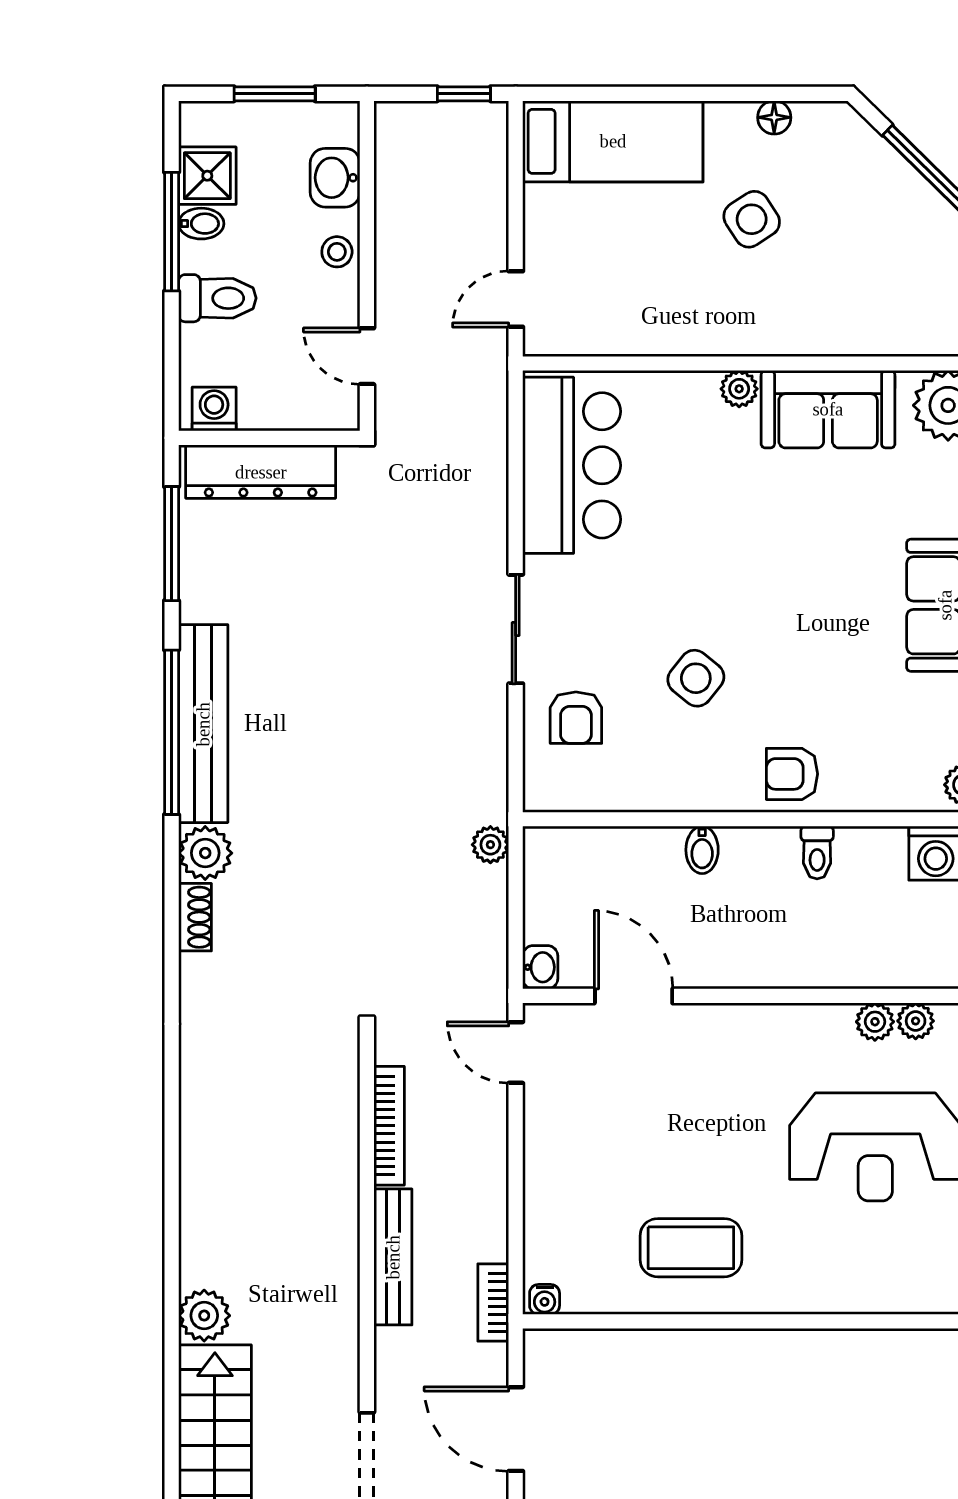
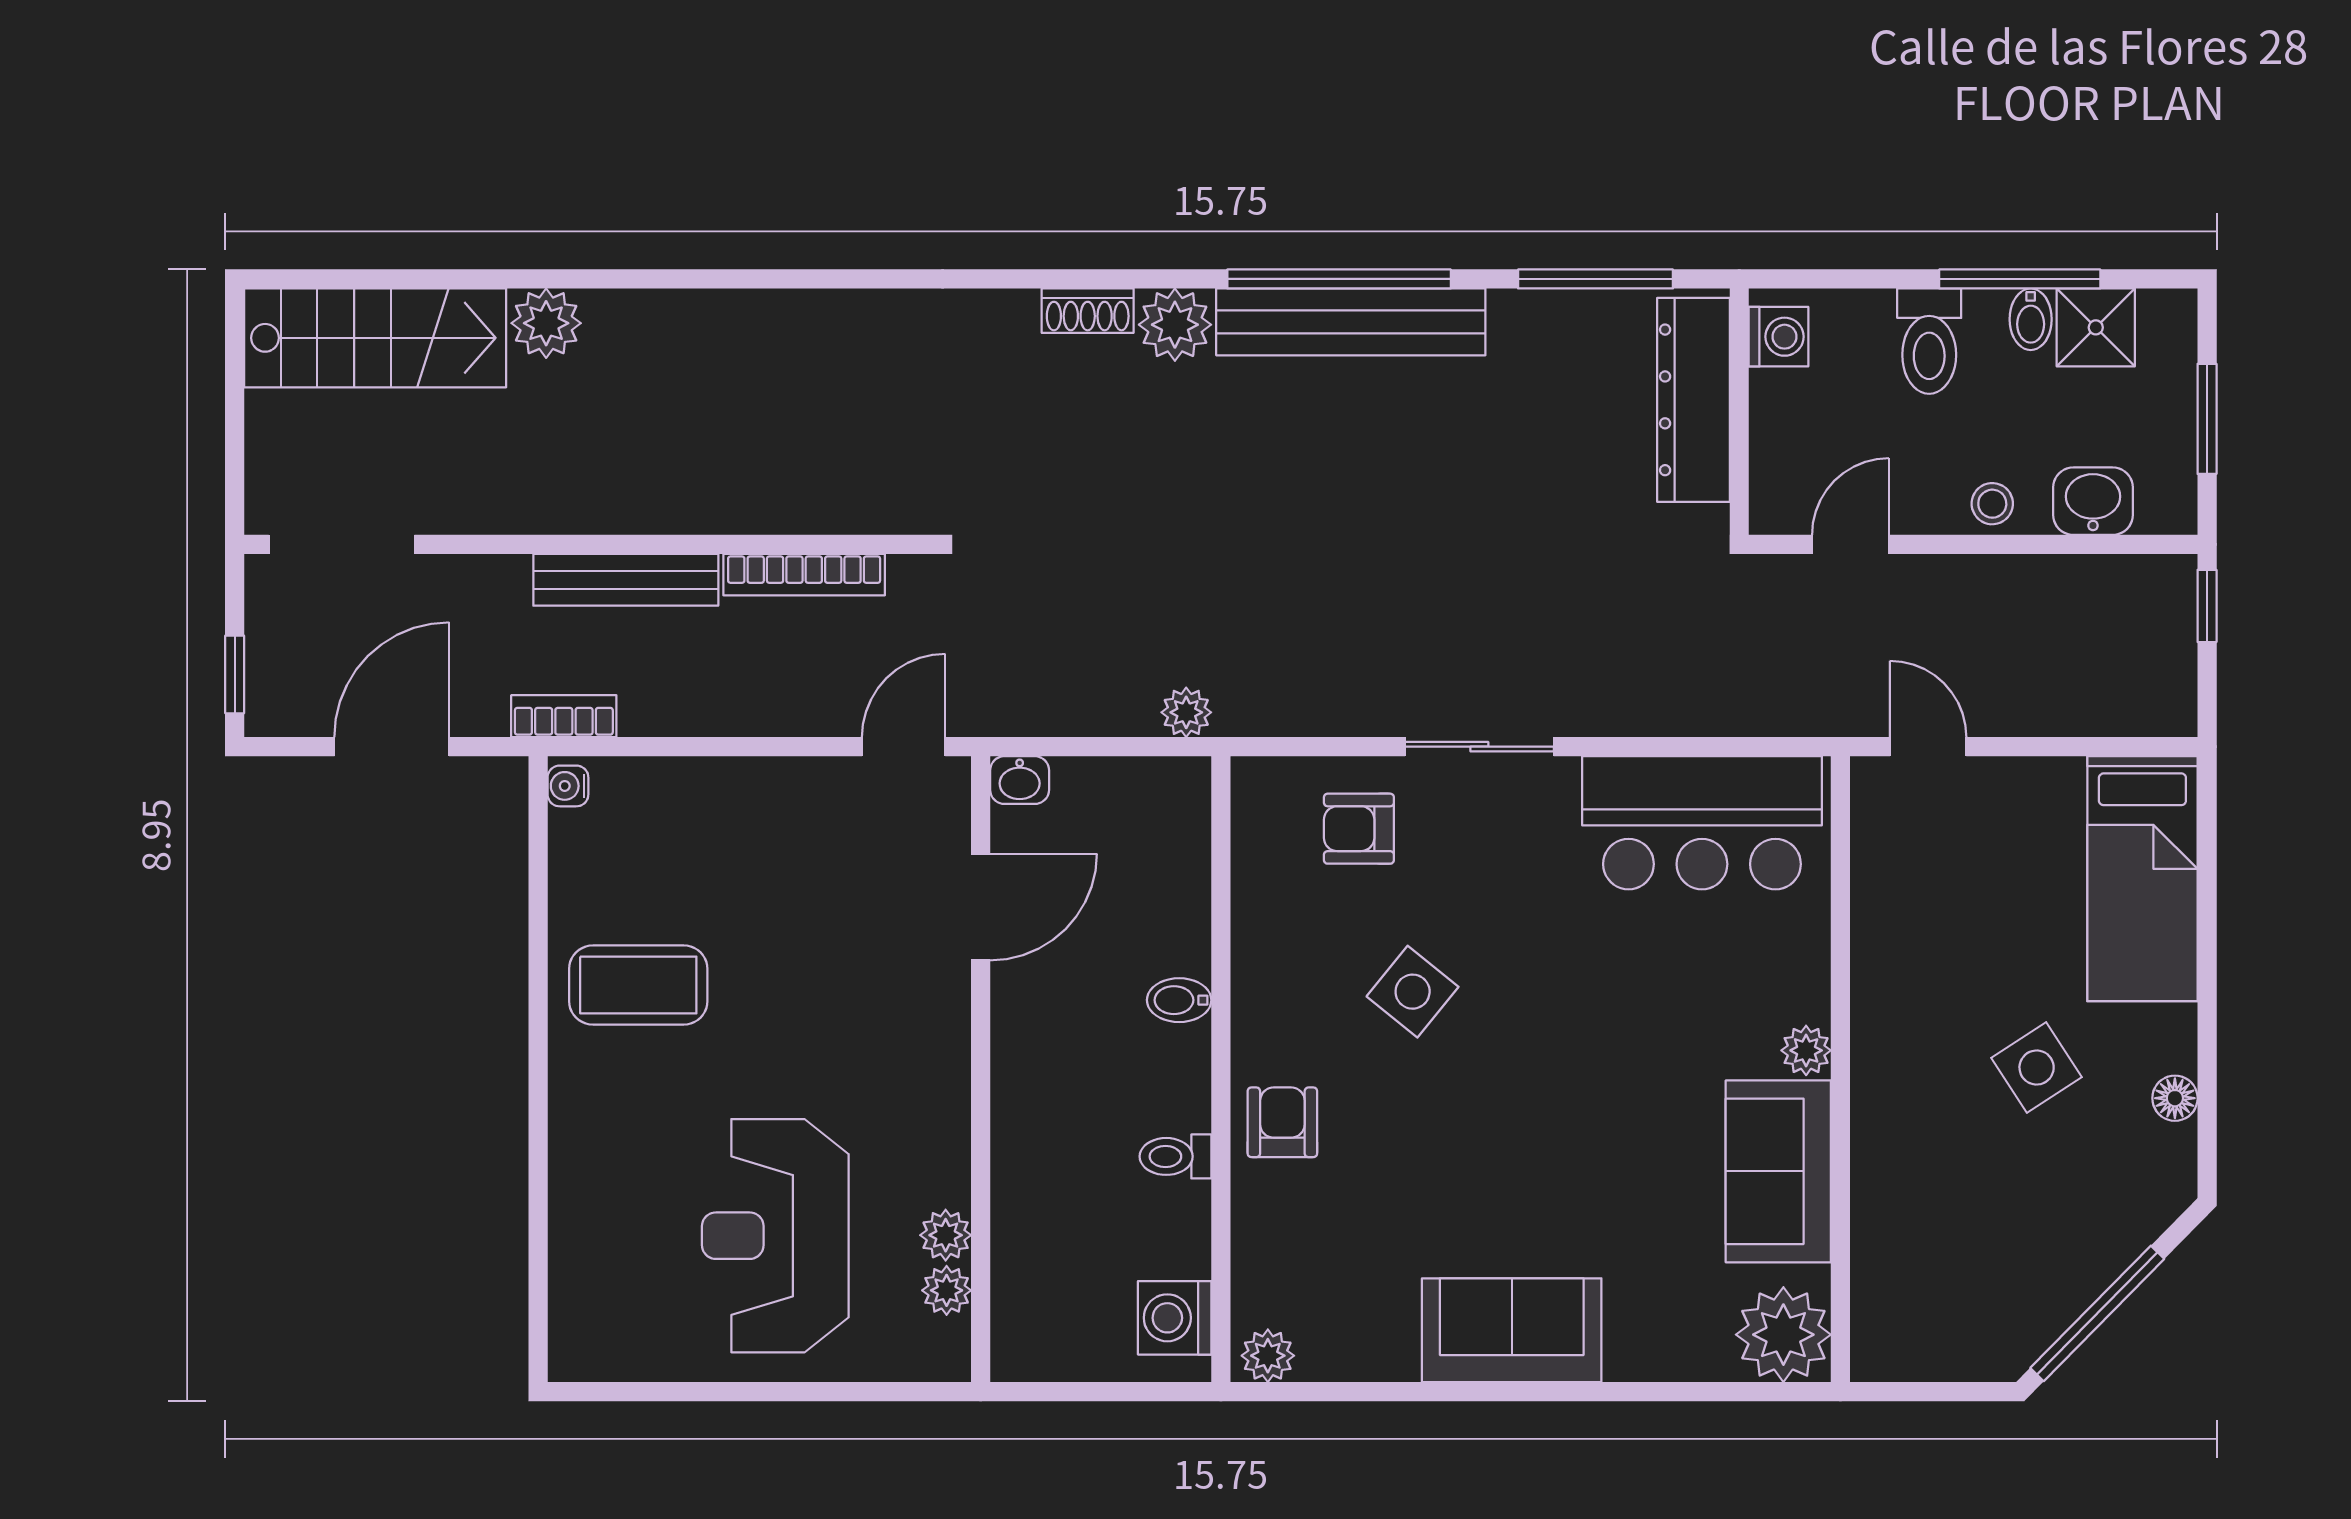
window: (464, 94) -> (2207, 606), moved
coffee table: (691, 1248) -> (638, 985), turned 90

